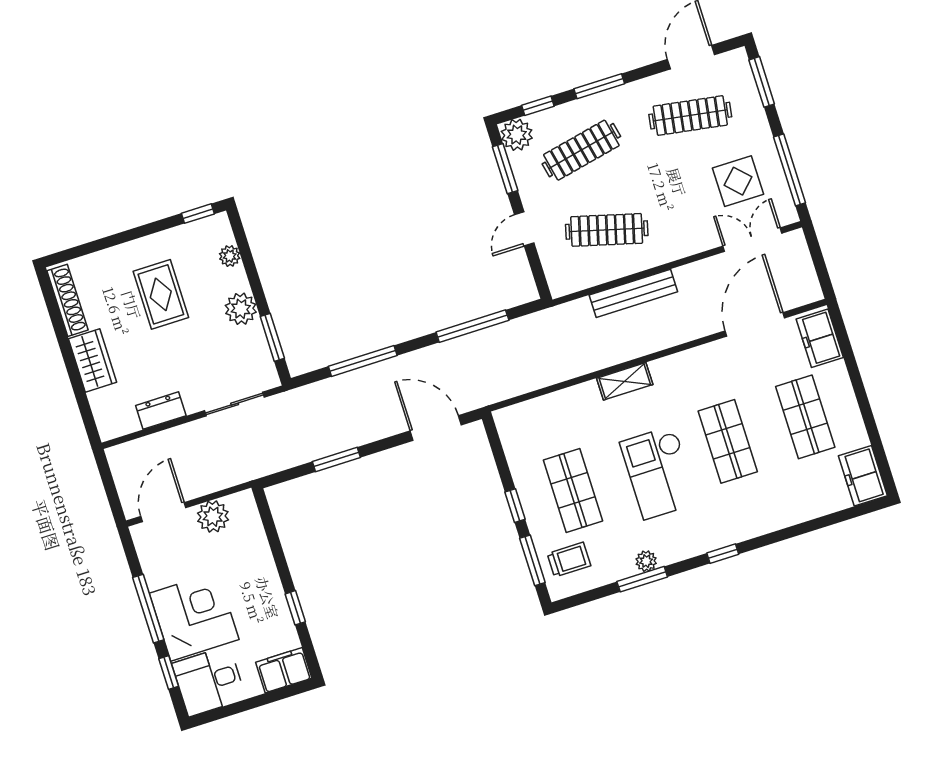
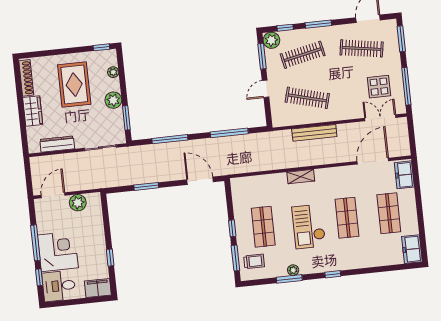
rug: (161, 294) -> (74, 85), width x1.36, depth x1.43
dresser: (161, 411) -> (57, 144), width x1.44

